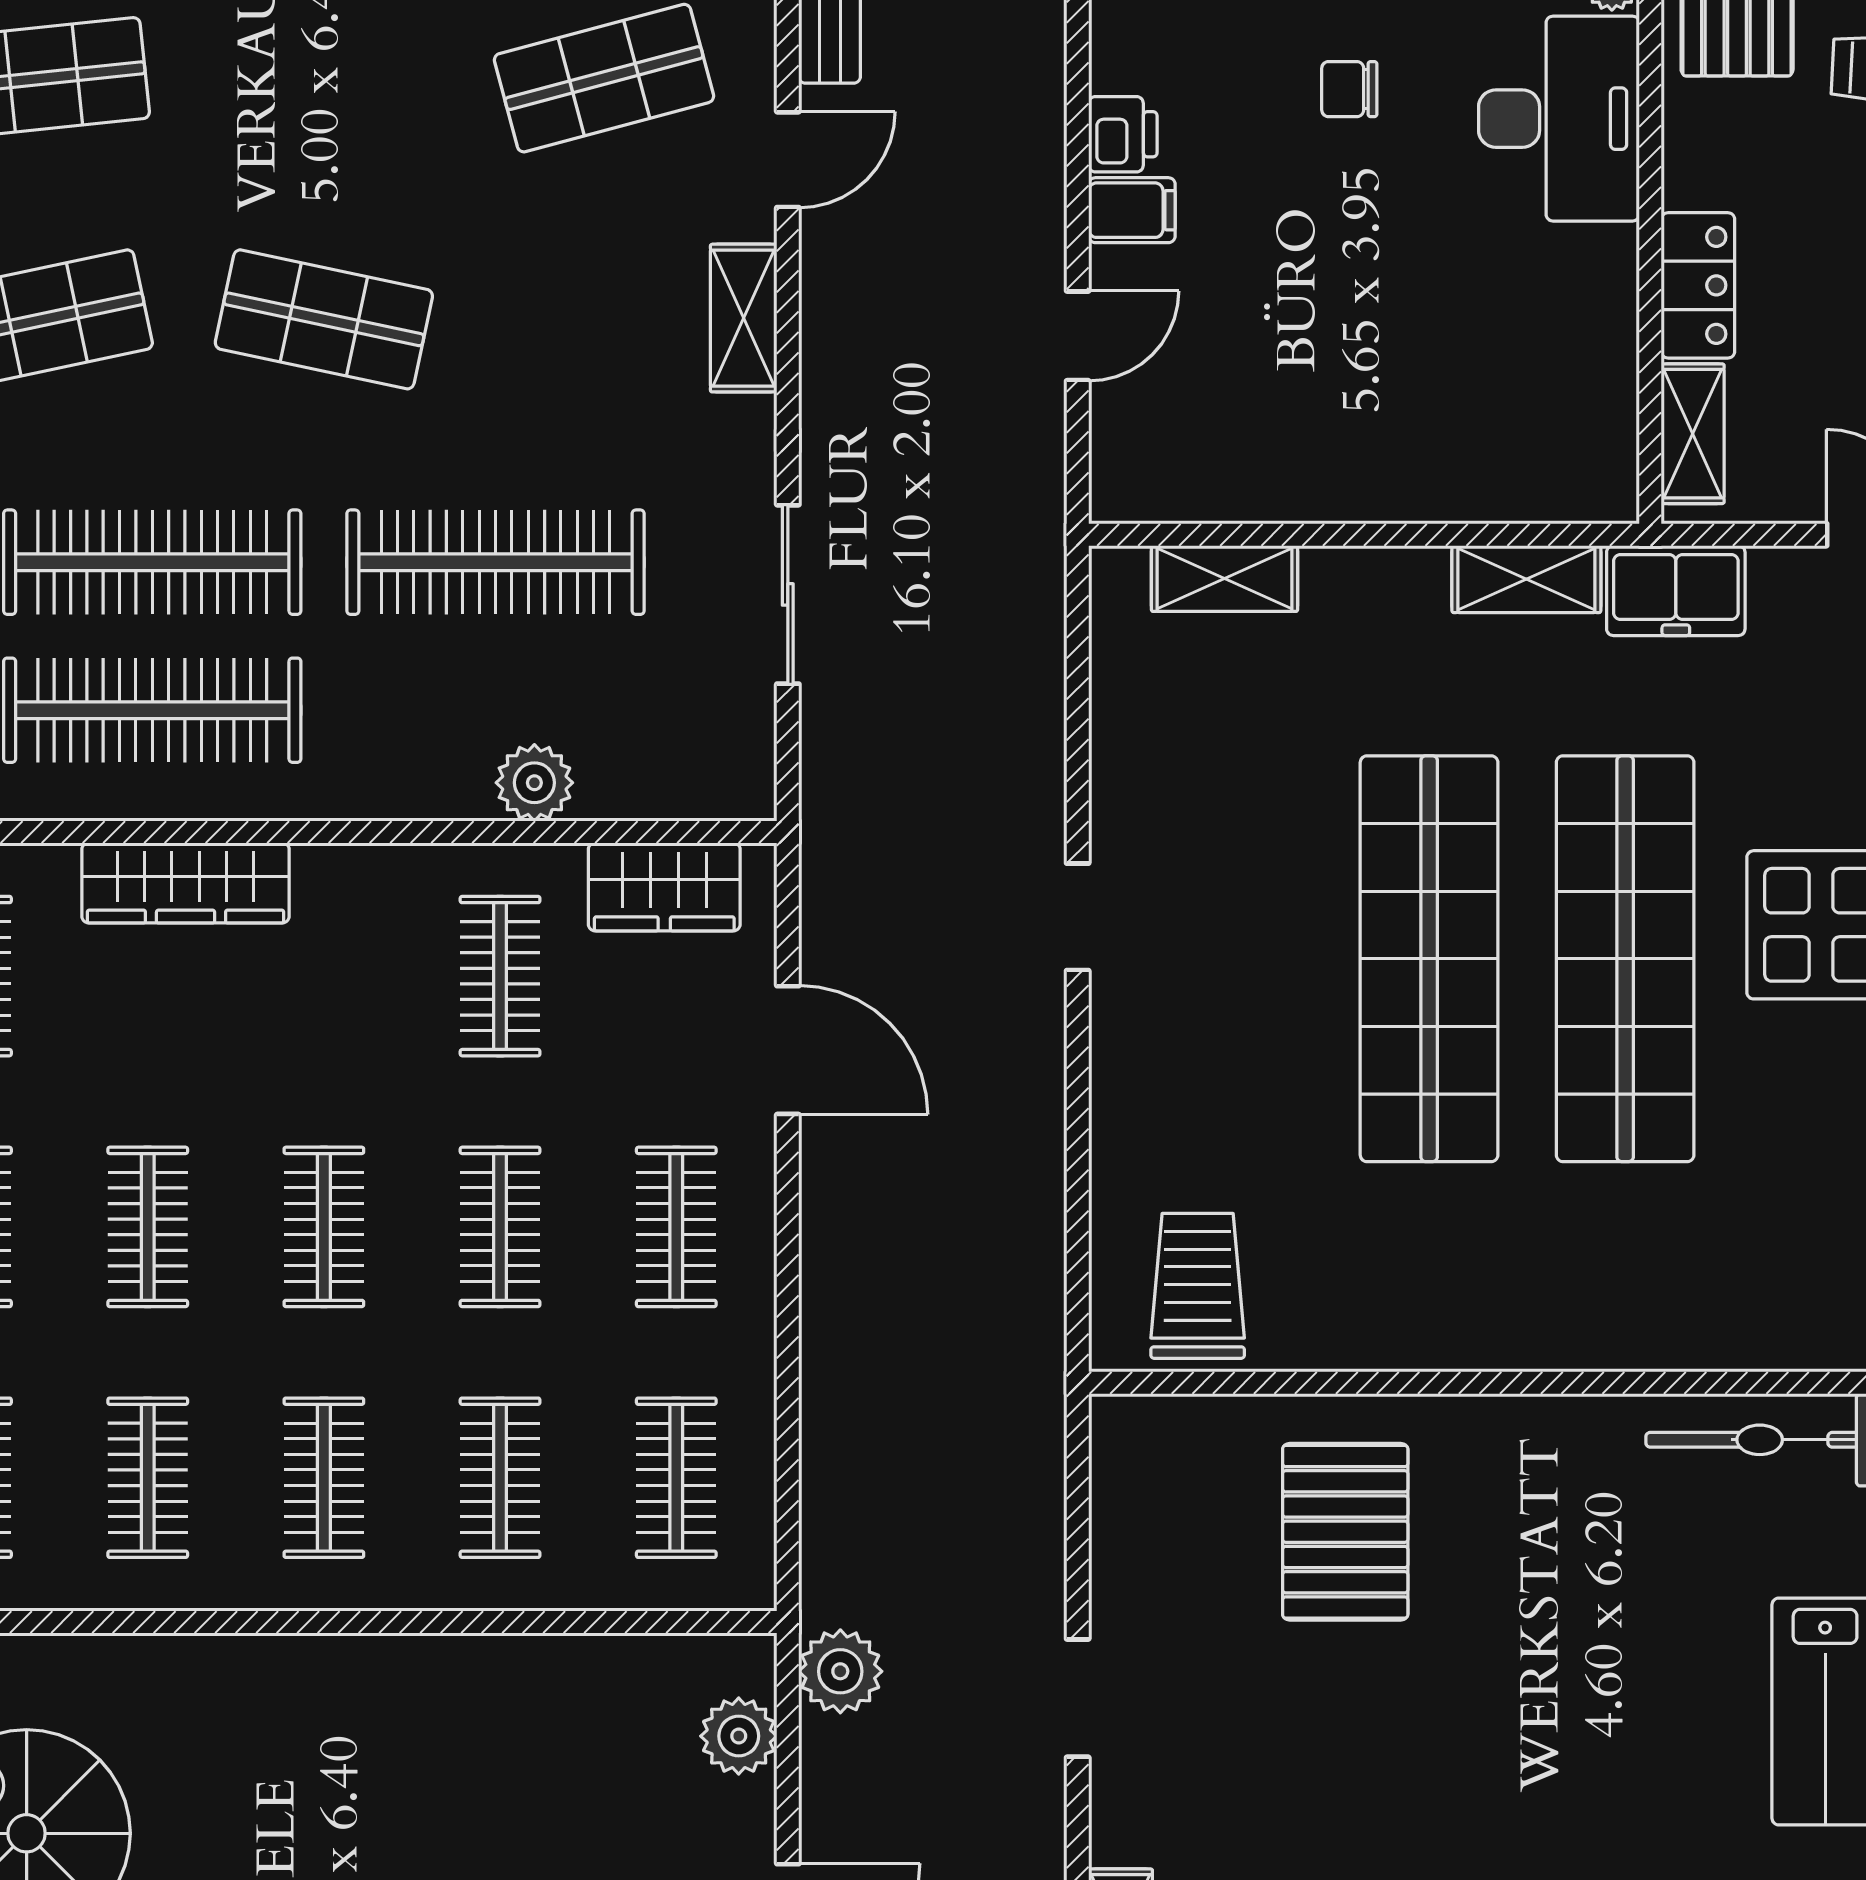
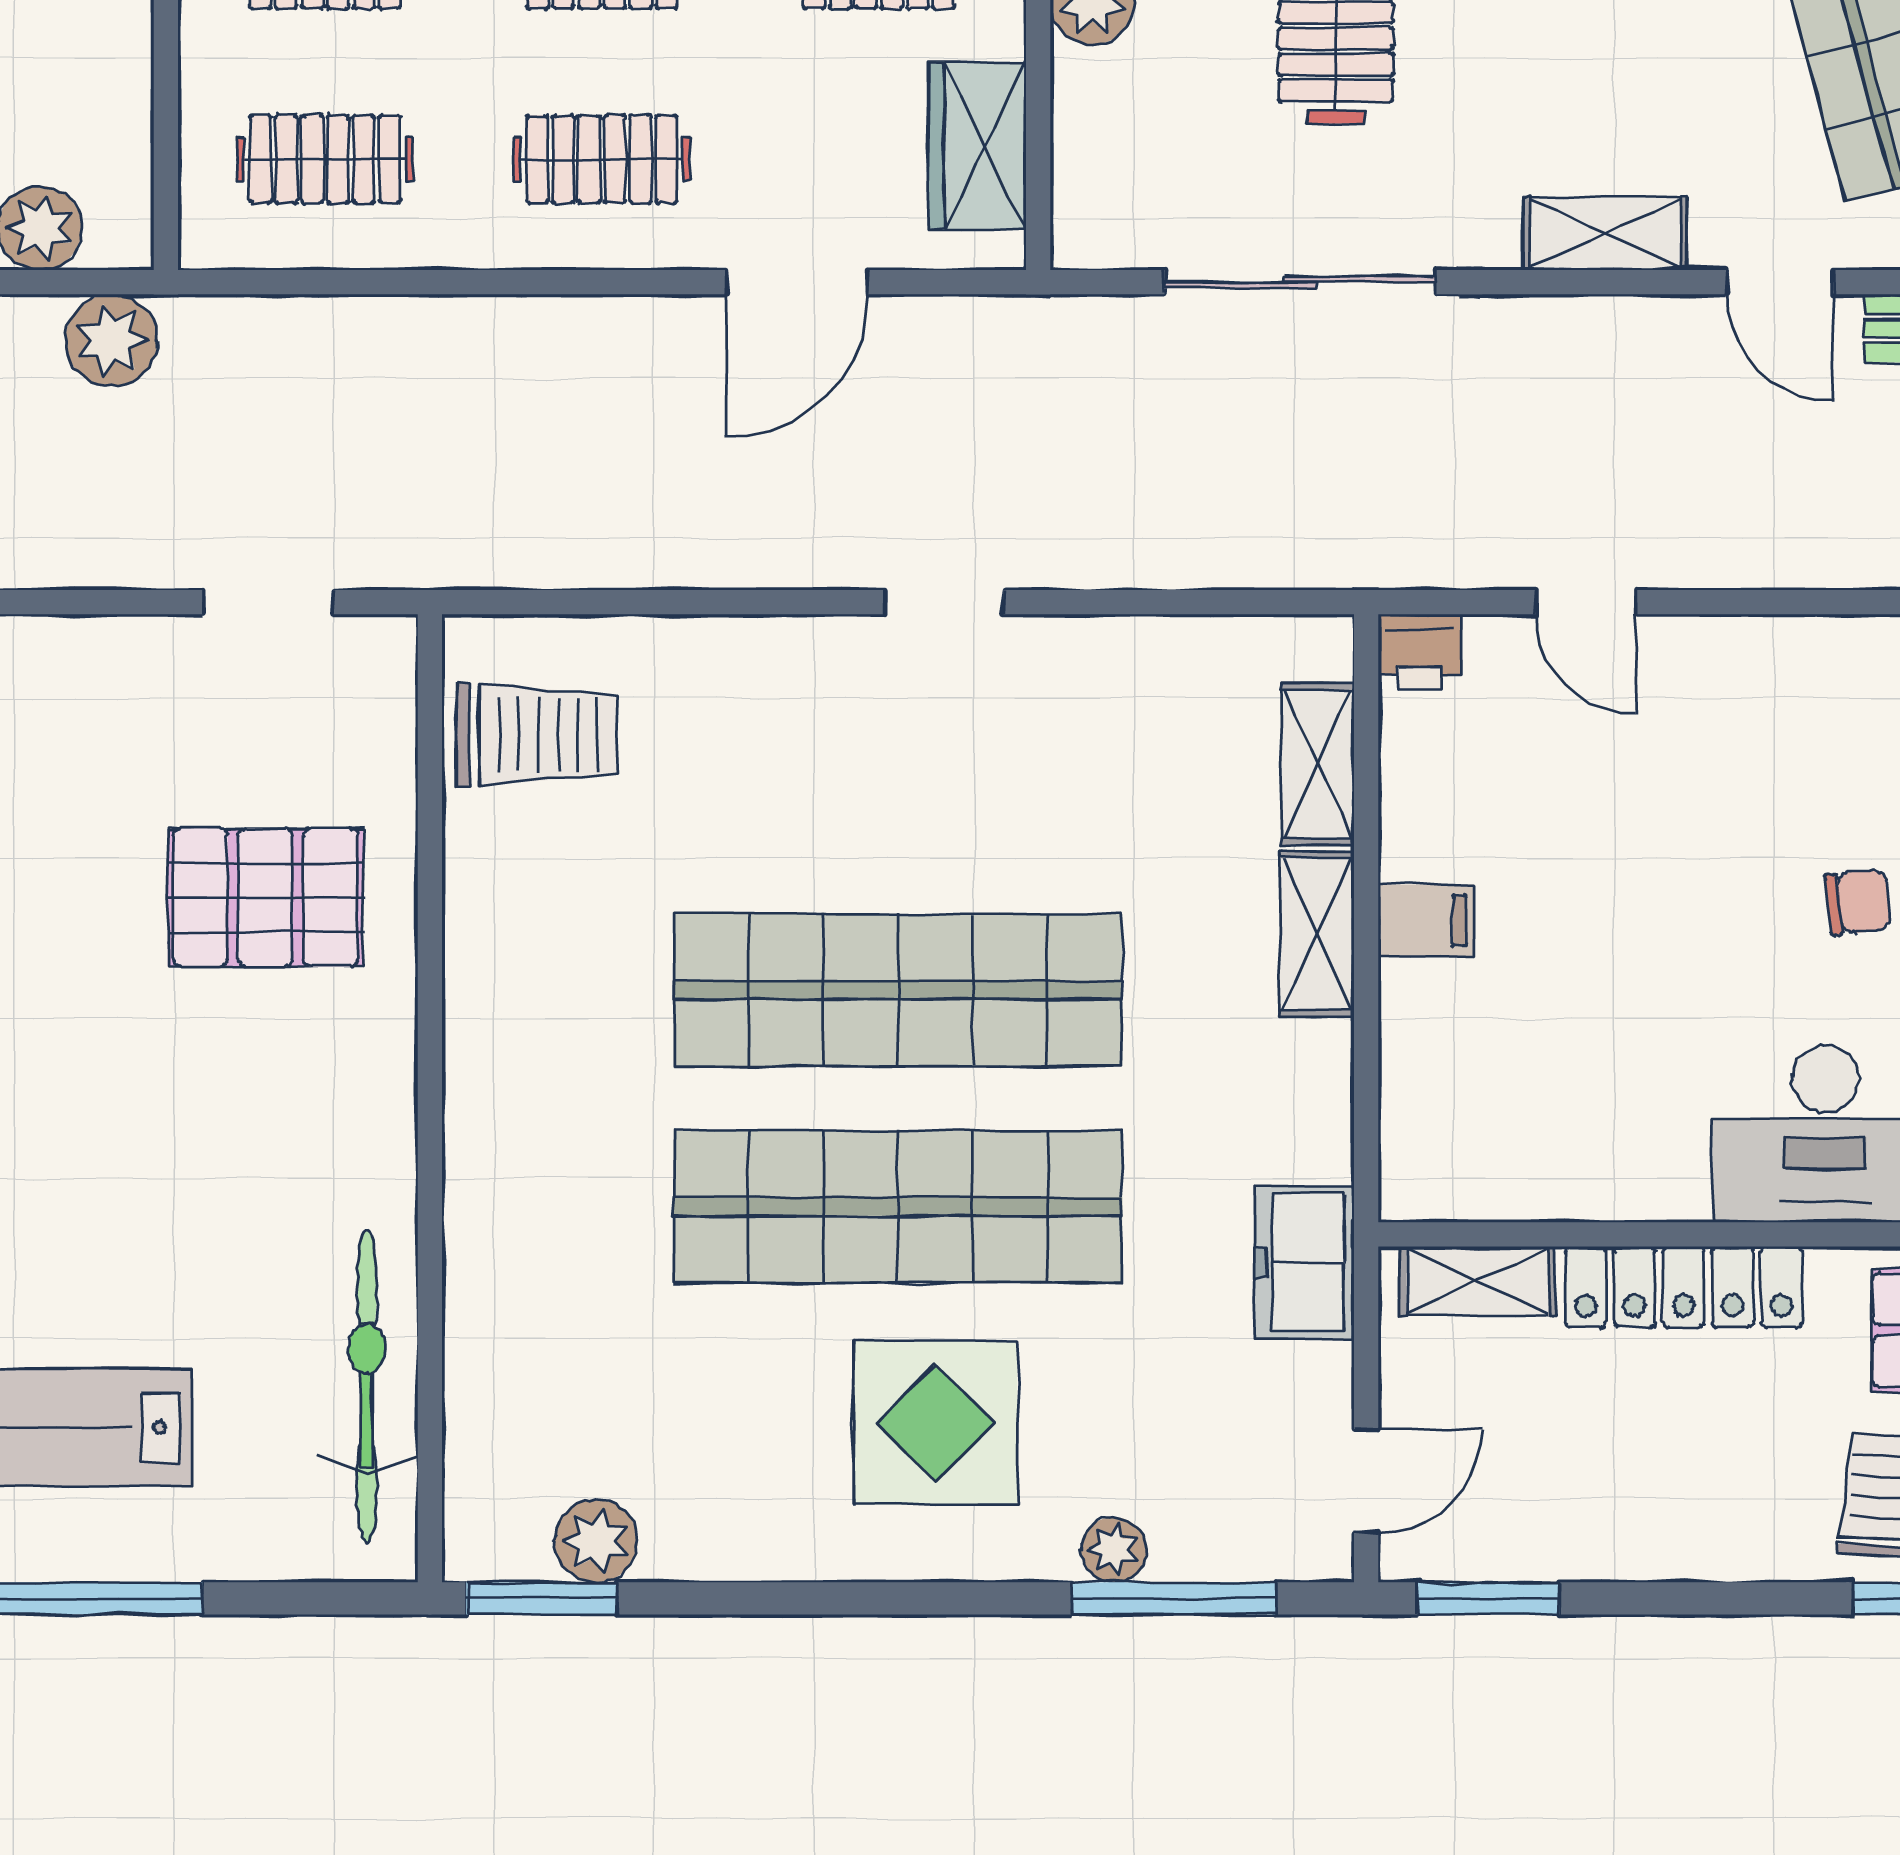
chair: (1349, 89) -> (1858, 902), turned 84
printer: (1123, 134) -> (1420, 652), moved
filing cabinet: (1132, 210) -> (1426, 920), moved, turned -90
locker: (1698, 285) -> (1684, 1287), width x1.53
shelving: (1526, 579) -> (1317, 934), moved
sliding door: (788, 594) -> (1300, 282), width x1.37
doorway: (1078, 1698) -> (268, 602), moved

